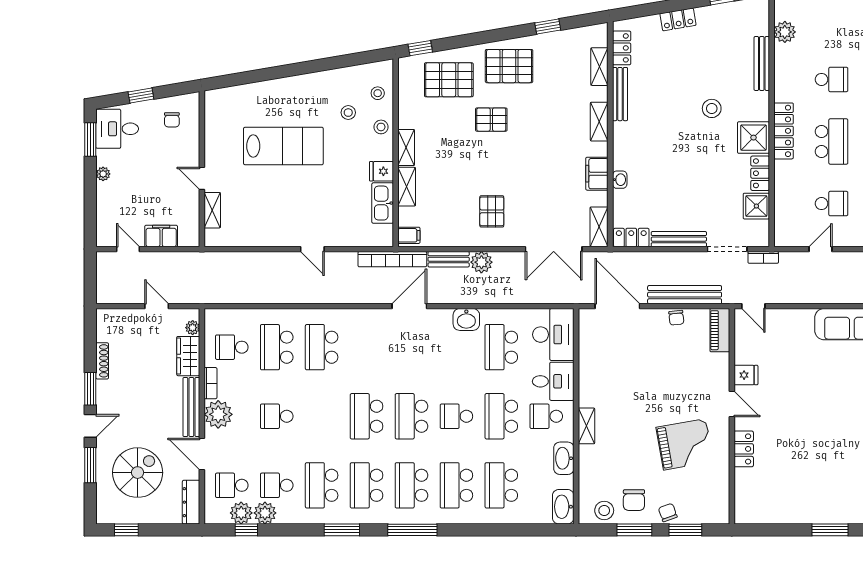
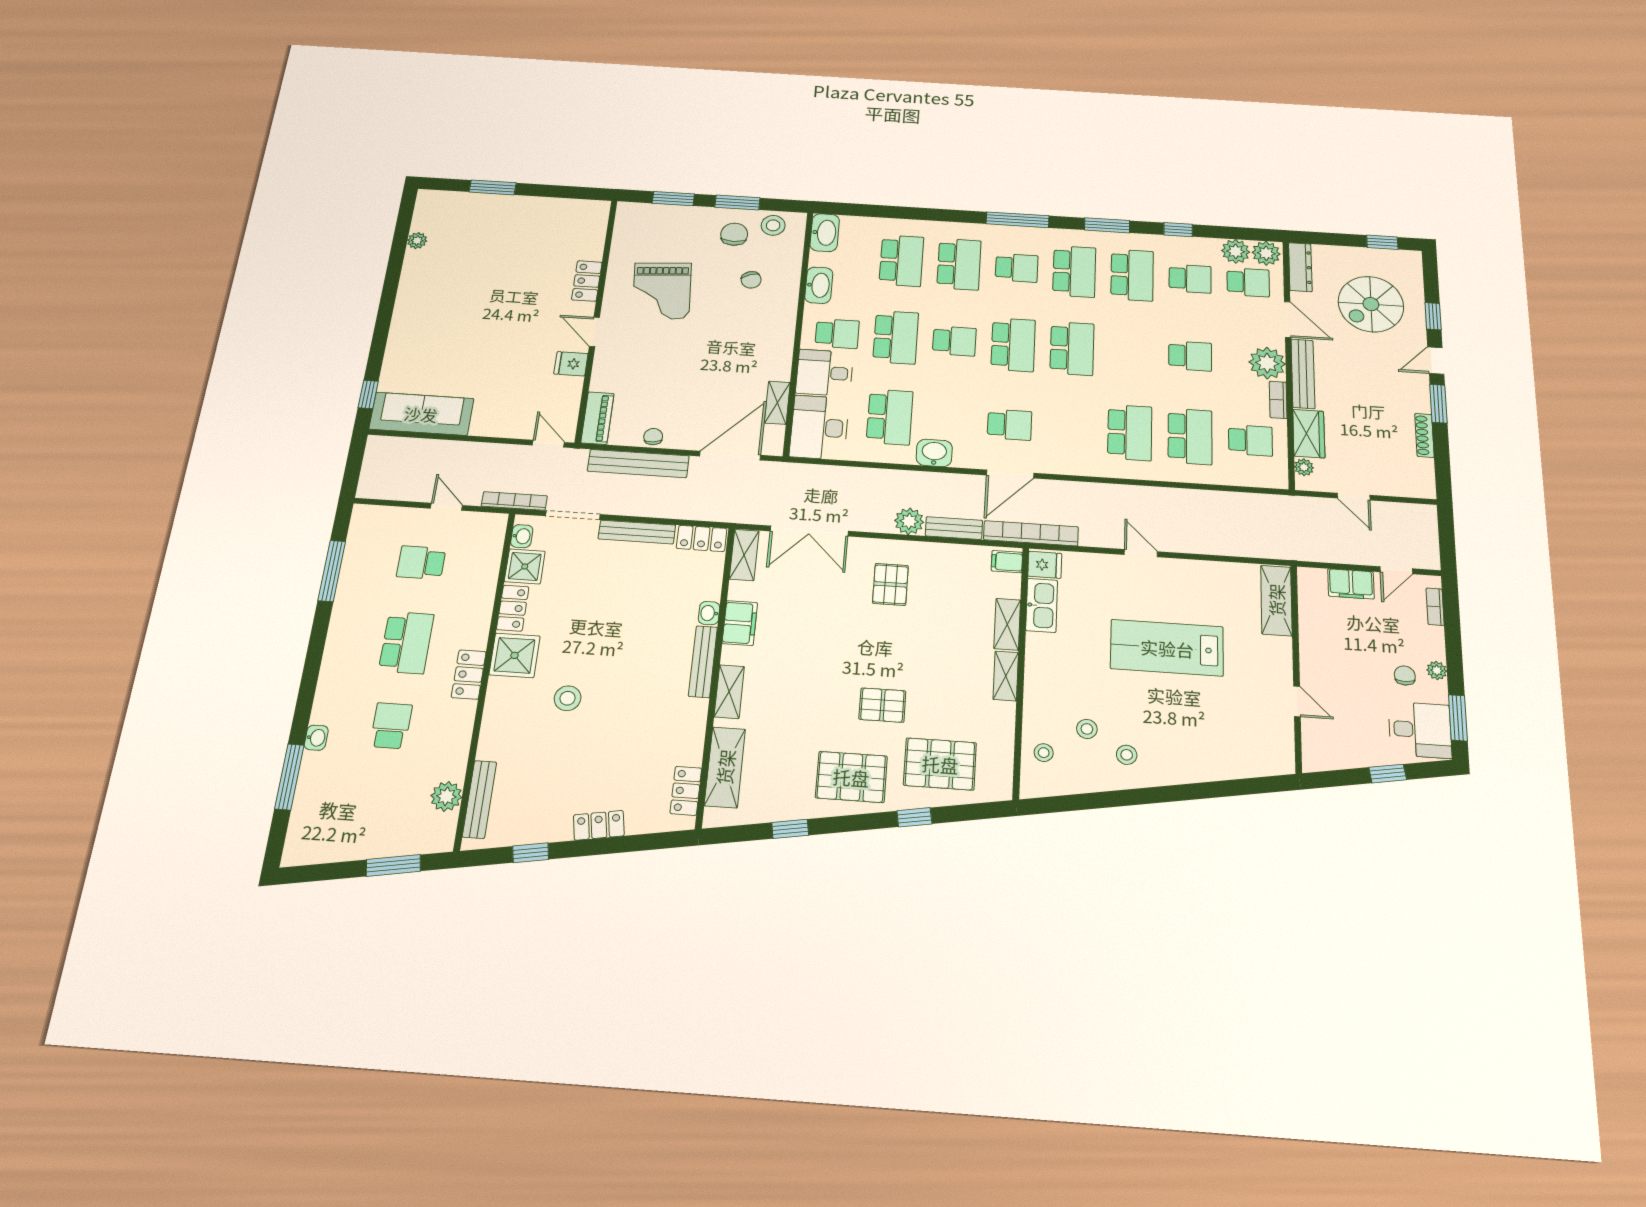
window: (420, 48) -> (914, 817), moved
bench: (762, 63) -> (479, 799), moved
shelving: (599, 67) -> (725, 767), width x1.50, depth x1.33
school desk: (832, 79) -> (391, 726), turned 90
bench: (620, 94) -> (703, 662), moved
chair: (172, 120) -> (1405, 675), moved
stool: (381, 127) -> (1127, 755), moved
locker: (784, 131) -> (469, 675), width x0.66
school desk: (832, 142) -> (406, 643), turned 180
lab bench: (283, 146) -> (1167, 648), moved
fridge: (381, 171) -> (1045, 565), moved
door: (202, 178) -> (1297, 701), moved
shelving: (212, 210) -> (1276, 600), width x1.50, depth x1.33
bookcase: (102, 223) -> (1435, 607), added
washbasin: (762, 230) -> (522, 536), added
door: (128, 249) -> (1396, 570), hinge flipped
double door: (554, 249) -> (809, 531), swing flipped
door: (821, 249) -> (446, 507), swing flipped
bookcase: (763, 257) -> (514, 501), width x1.56
door: (617, 306) -> (730, 456), swing flipped
school desk: (411, 347) -> (1009, 425), added
shelving: (586, 426) -> (777, 403), moved
grand piano: (685, 444) -> (662, 291), turned -84
window: (90, 465) -> (1433, 316), width x0.67
school desk: (411, 485) -> (1017, 268), width x0.54
plant: (265, 513) -> (1266, 253), moved
chair: (668, 513) -> (751, 280), moved
window: (246, 530) -> (1178, 230), moved

